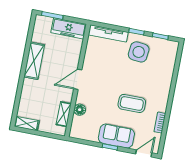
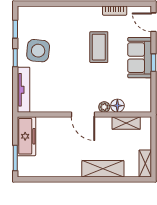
shelving: (34, 61) -> (103, 169), moved
plant: (81, 98) -> (104, 107), added

